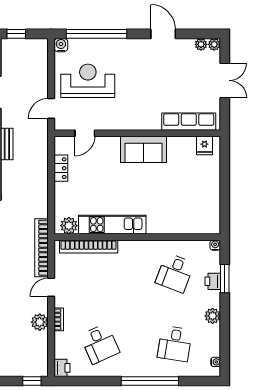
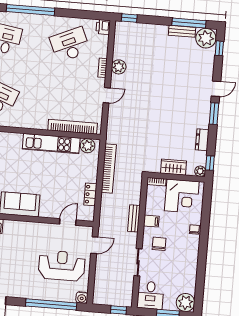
reception desk: (88, 81) -> (62, 266), turned 180
bookcase: (42, 248) -> (109, 168), moved
desk: (100, 344) -> (70, 45), width x1.37

